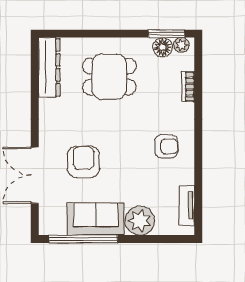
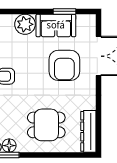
armchair: (83, 162) -> (64, 65), width x1.36, depth x1.36
window: (83, 239) -> (64, 11), width x0.47

